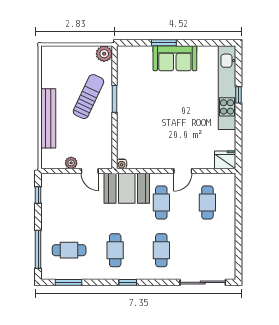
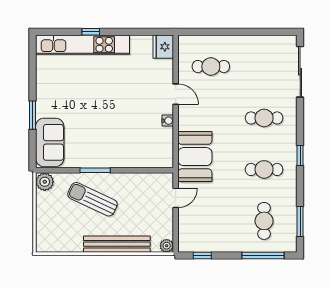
sofa: (175, 58) -> (50, 142), moved
plant: (71, 163) -> (167, 246), moved
water cooler: (122, 164) -> (168, 121), moved
cafe table: (161, 203) -> (211, 118), removed

